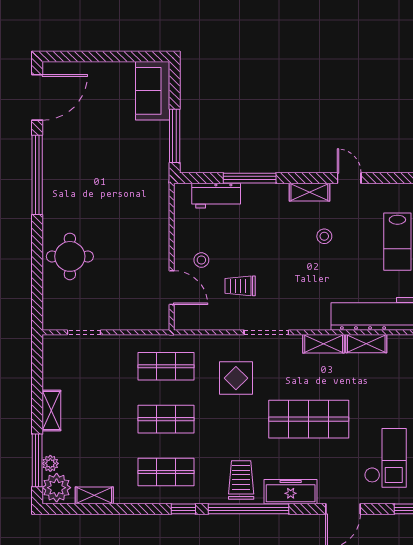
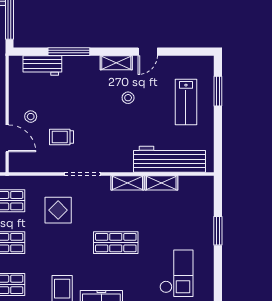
door: (349, 178) -> (148, 52), swing flipped
shop shelf: (309, 419) -> (116, 243), width x0.70, depth x0.74

